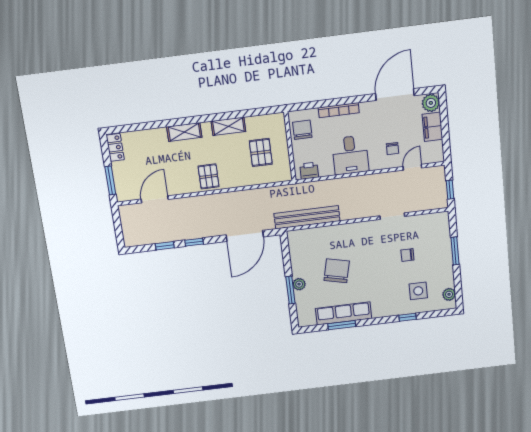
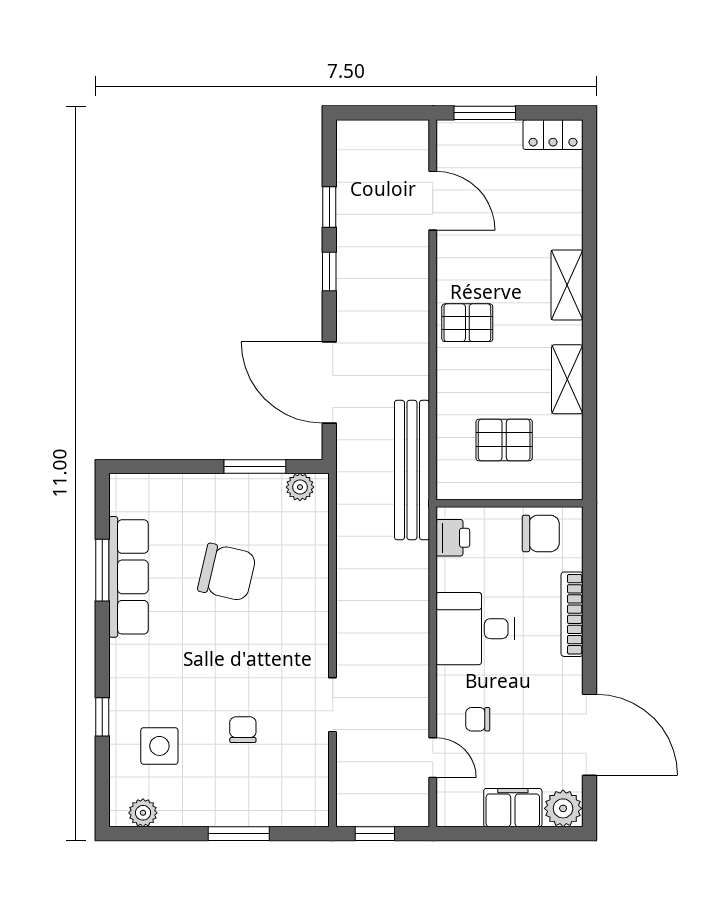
bench: (307, 217) -> (412, 470), moved
plant: (299, 284) -> (300, 487), moved
window: (290, 290) -> (255, 467), moved

